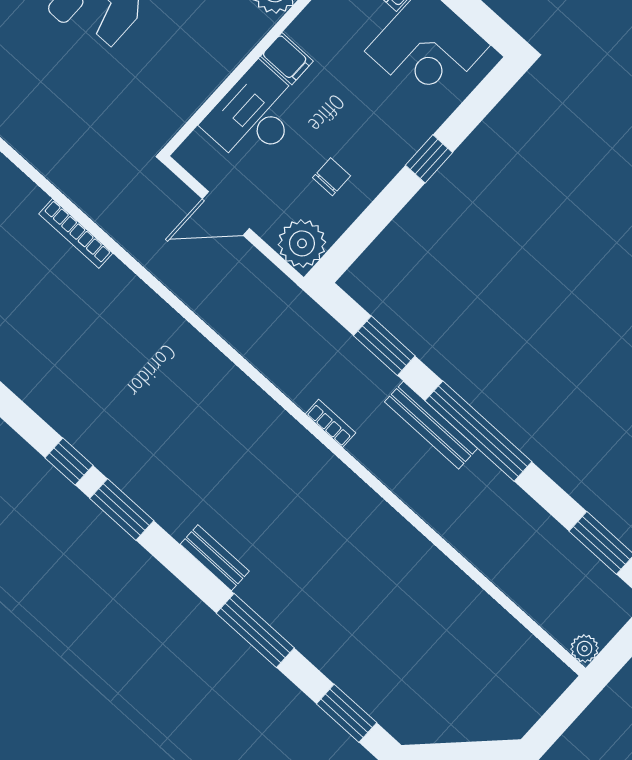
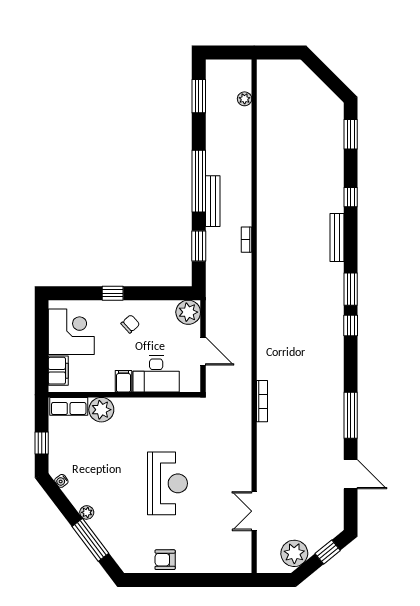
chair: (332, 177) -> (130, 324), moved, turned 138
bench: (215, 558) -> (337, 237), width x1.36
window: (255, 630) -> (351, 197), width x0.46
plant: (585, 649) -> (245, 99), moved

